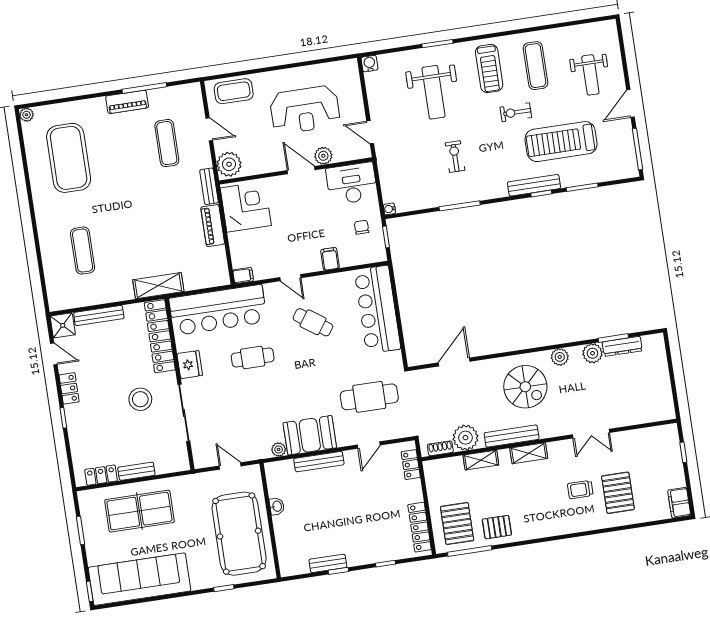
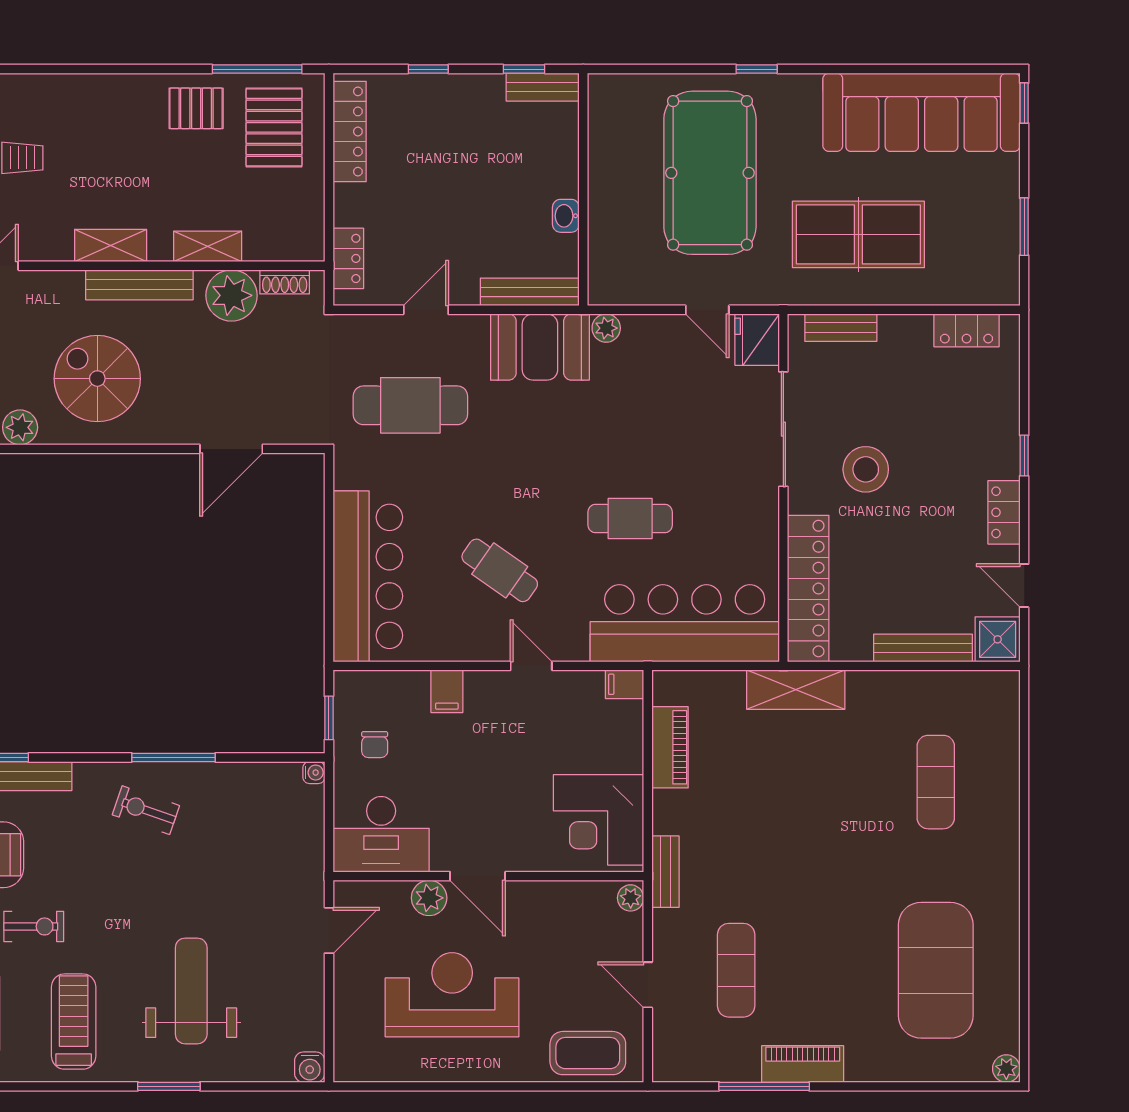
door: (370, 132) -> (329, 930), hinge flipped
exercise bike: (455, 157) -> (146, 810), moved, turned 109
plant: (229, 164) -> (631, 898), width x0.53, depth x0.53
piano: (213, 226) -> (670, 747), moved
fridge: (190, 365) -> (757, 340), moved
bench: (136, 471) -> (841, 328), moved
washbasin: (277, 506) -> (566, 216), moved
table tennis table: (139, 511) -> (858, 234), moved
wall: (270, 521) -> (583, 189), moved

